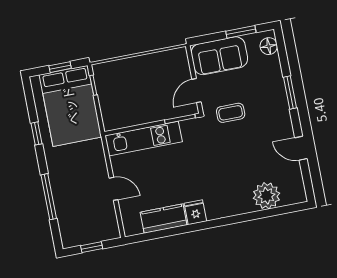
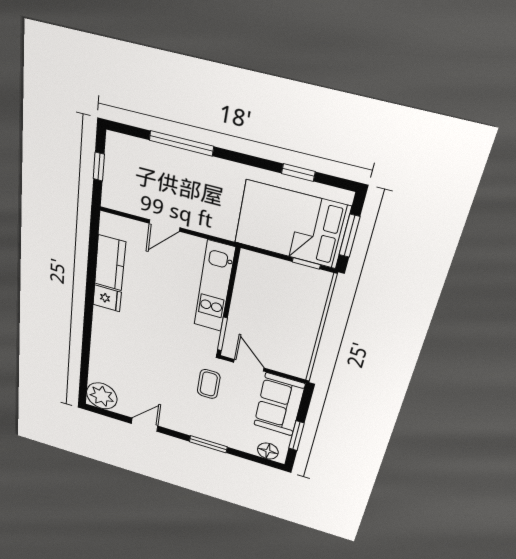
window: (60, 67) -> (349, 236), width x1.50
window: (36, 133) -> (298, 172), moved
plant: (266, 196) -> (102, 396), moved

